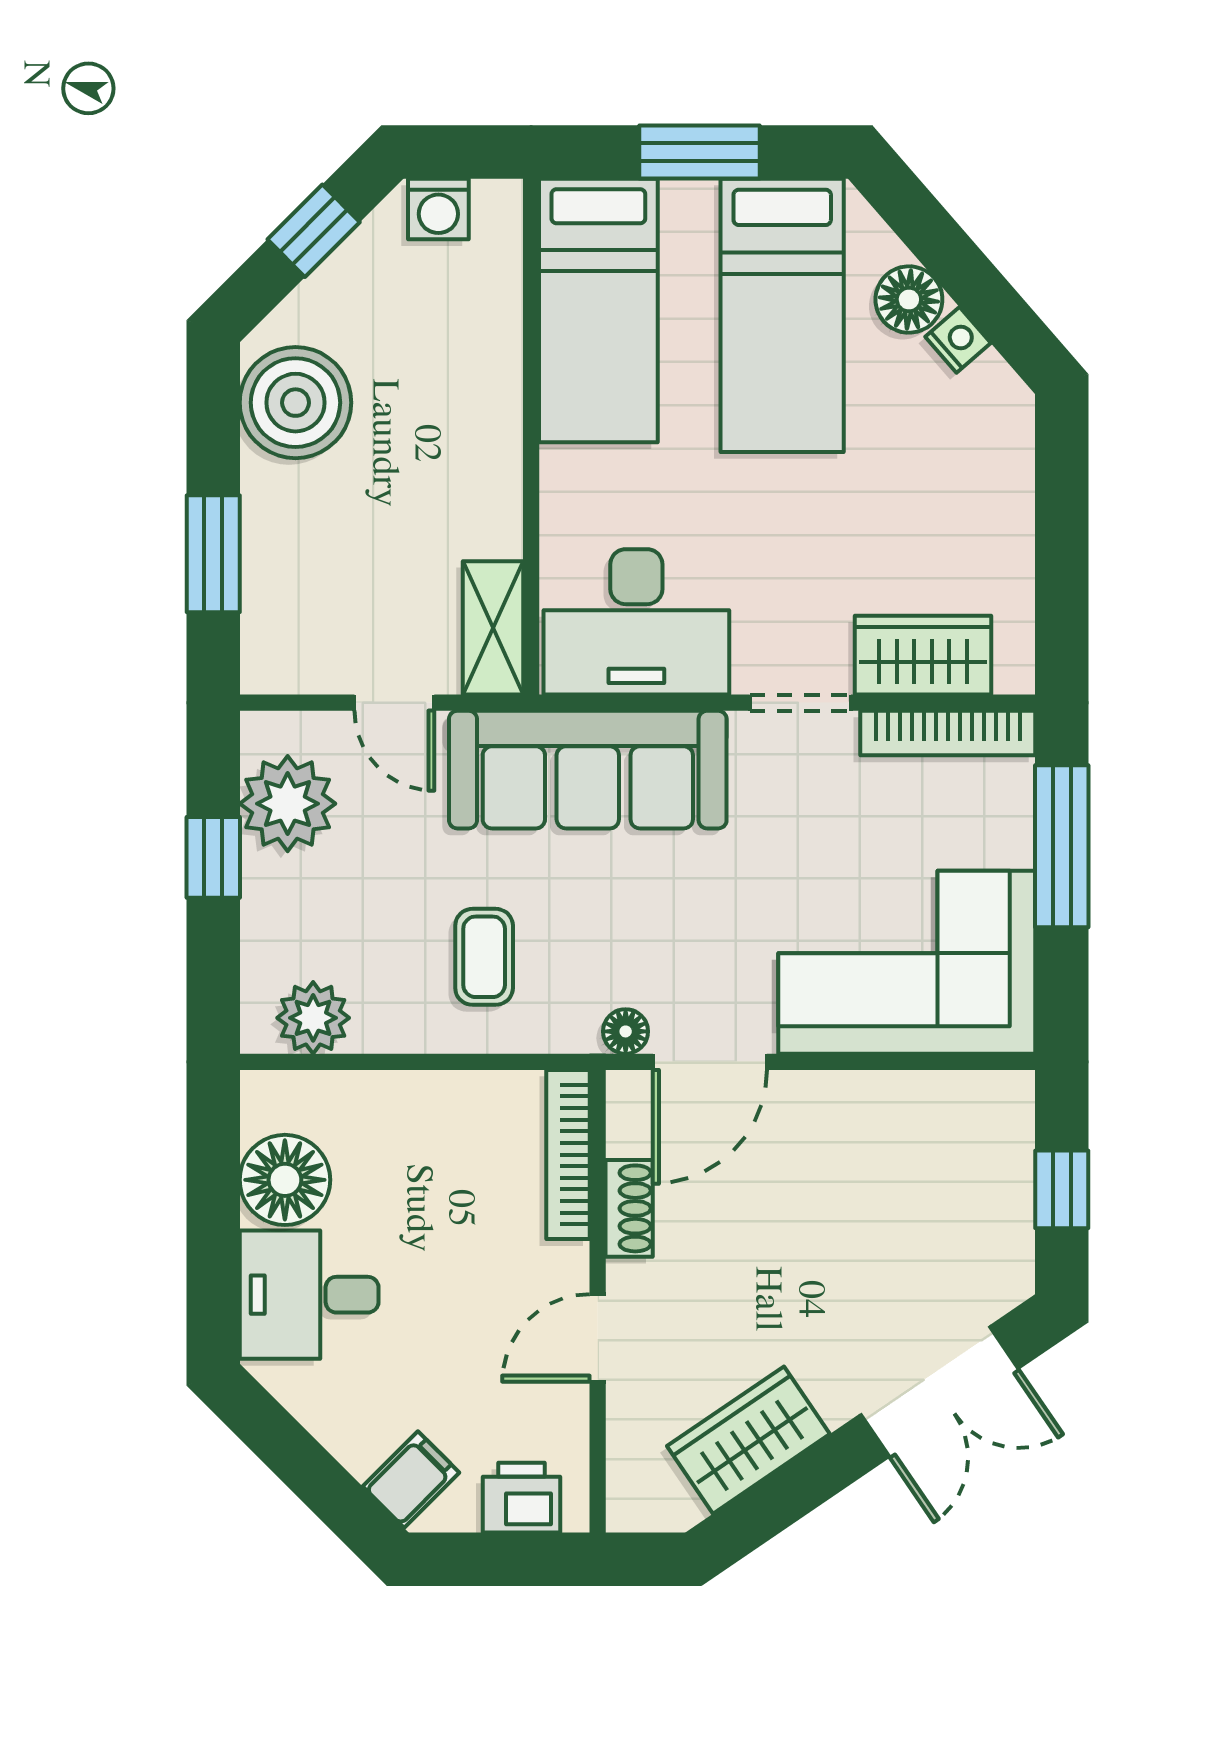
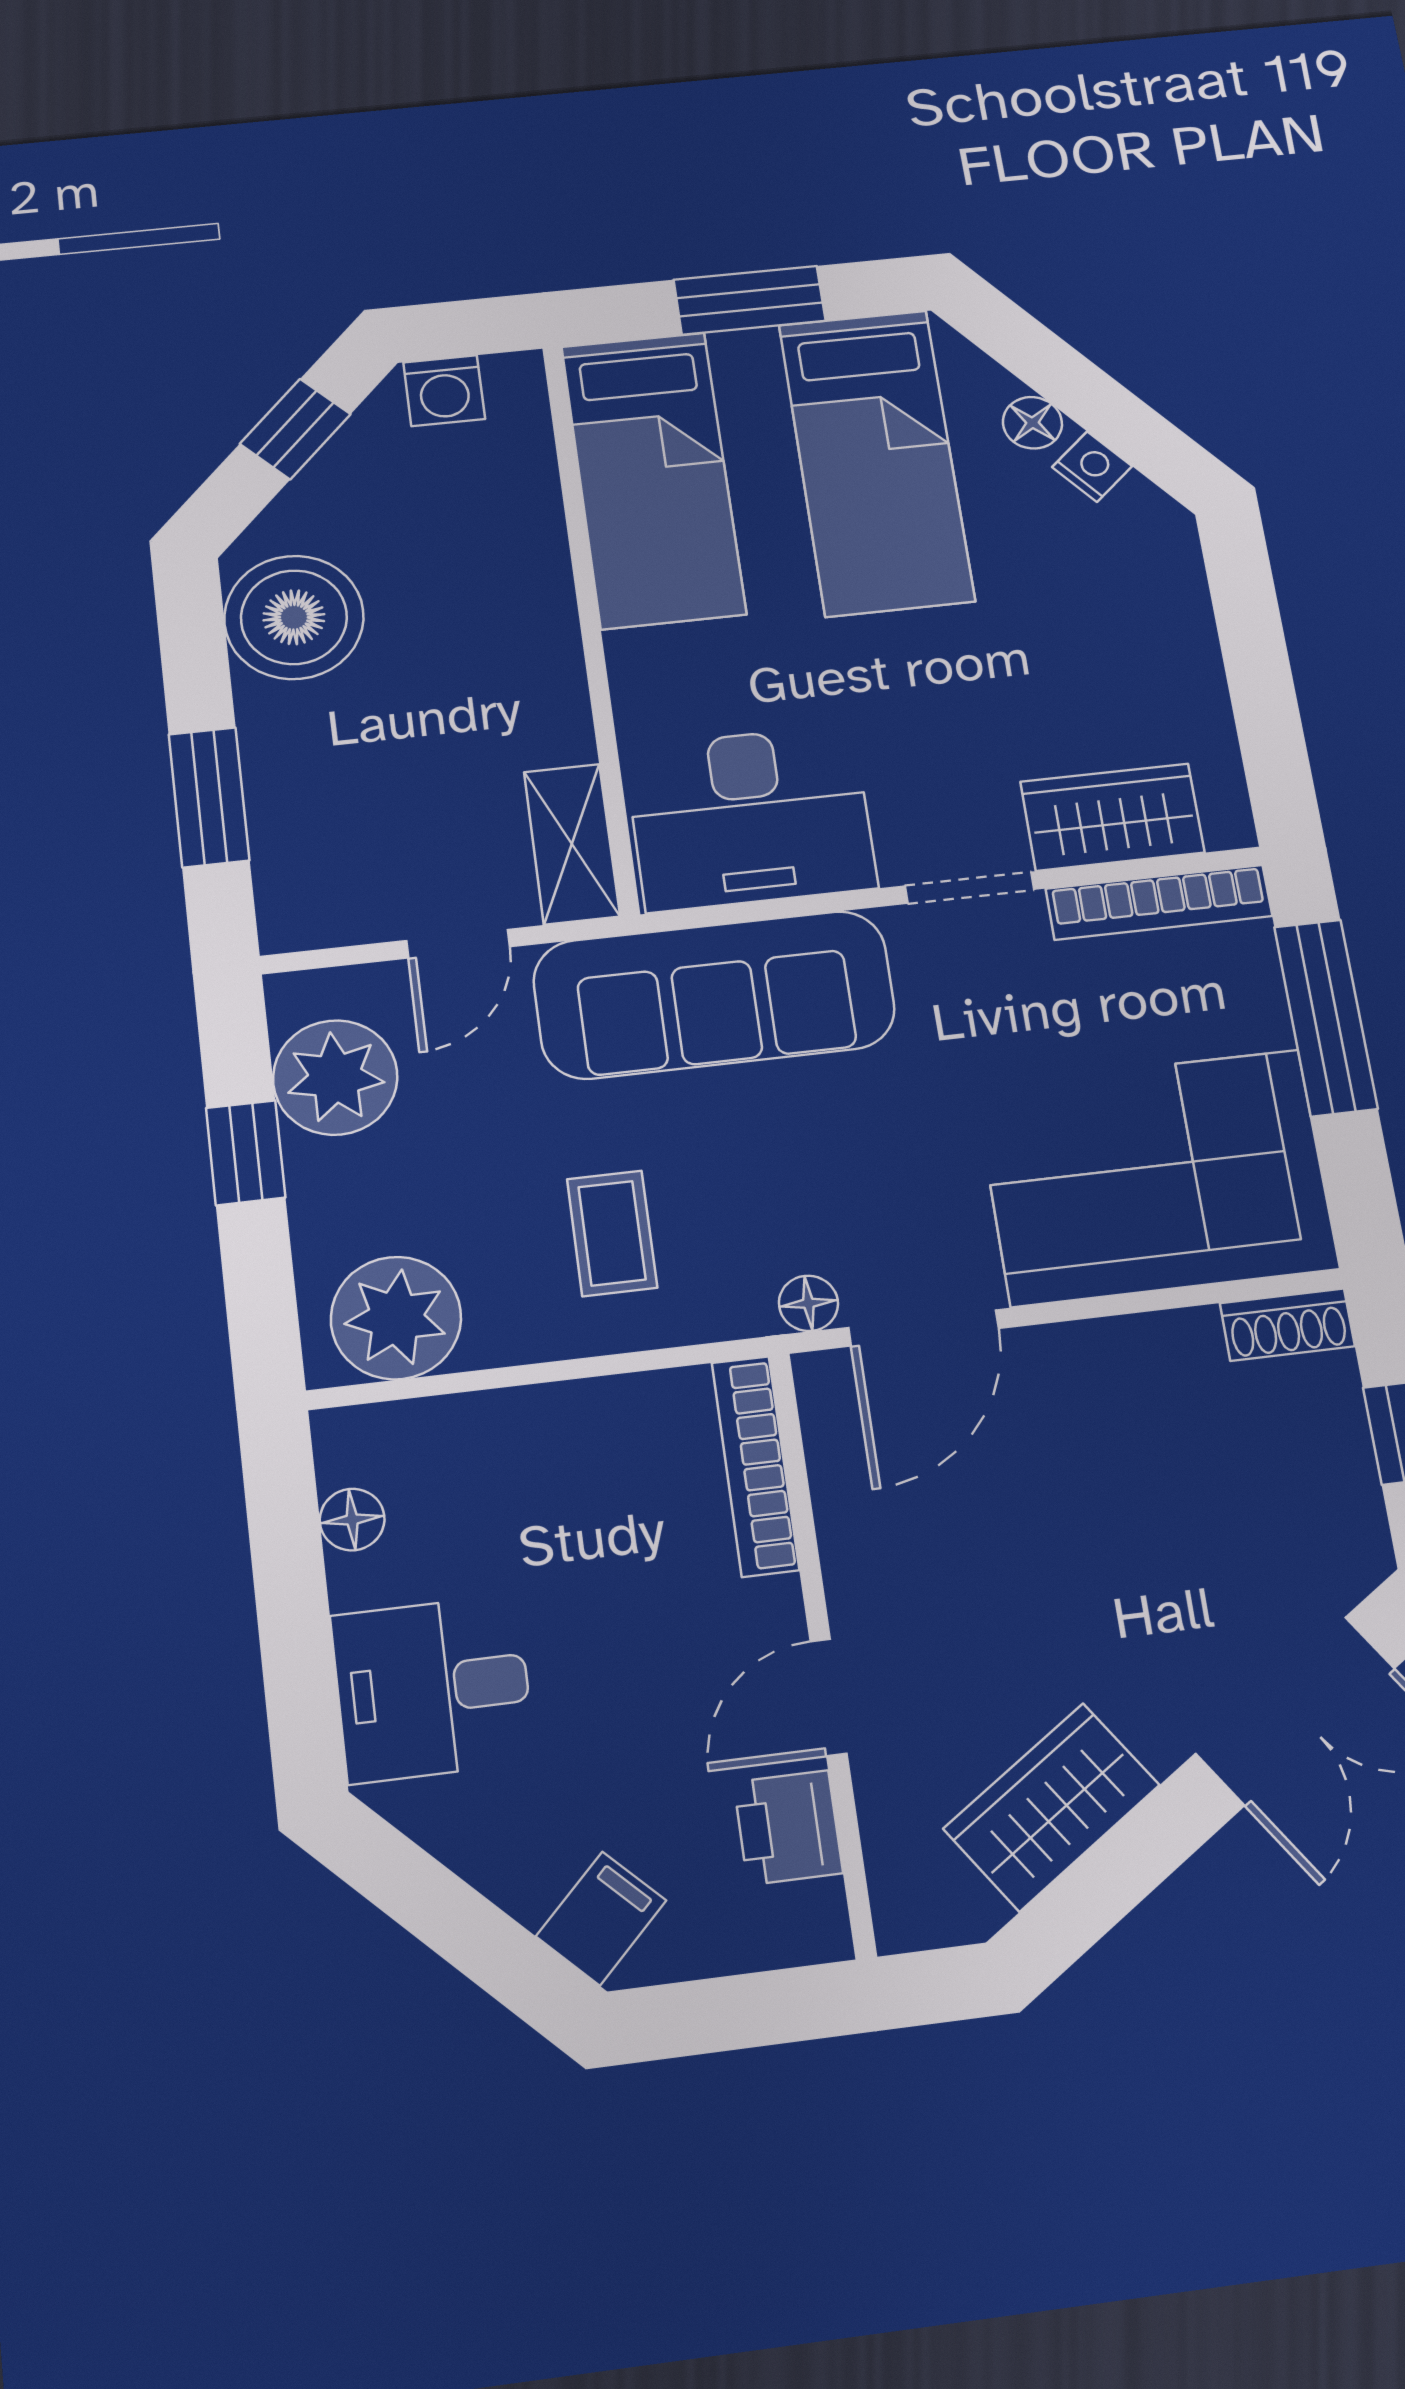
floor lamp: (909, 300) -> (1032, 423), width x0.73, depth x0.73
door: (394, 703) -> (458, 944), hinge flipped
plant: (313, 1018) -> (396, 1318), width x1.36, depth x1.36
floor lamp: (285, 1180) -> (352, 1520), width x0.53, depth x0.53
shoe rack: (629, 1208) -> (1287, 1325), moved, turned 90
printer: (521, 1498) -> (788, 1828), moved, turned -90

